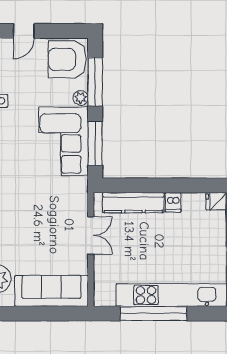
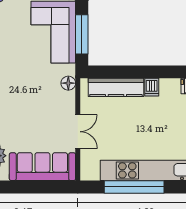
floor lamp: (80, 198) -> (68, 83), added
double door: (91, 235) -> (78, 132), moved

